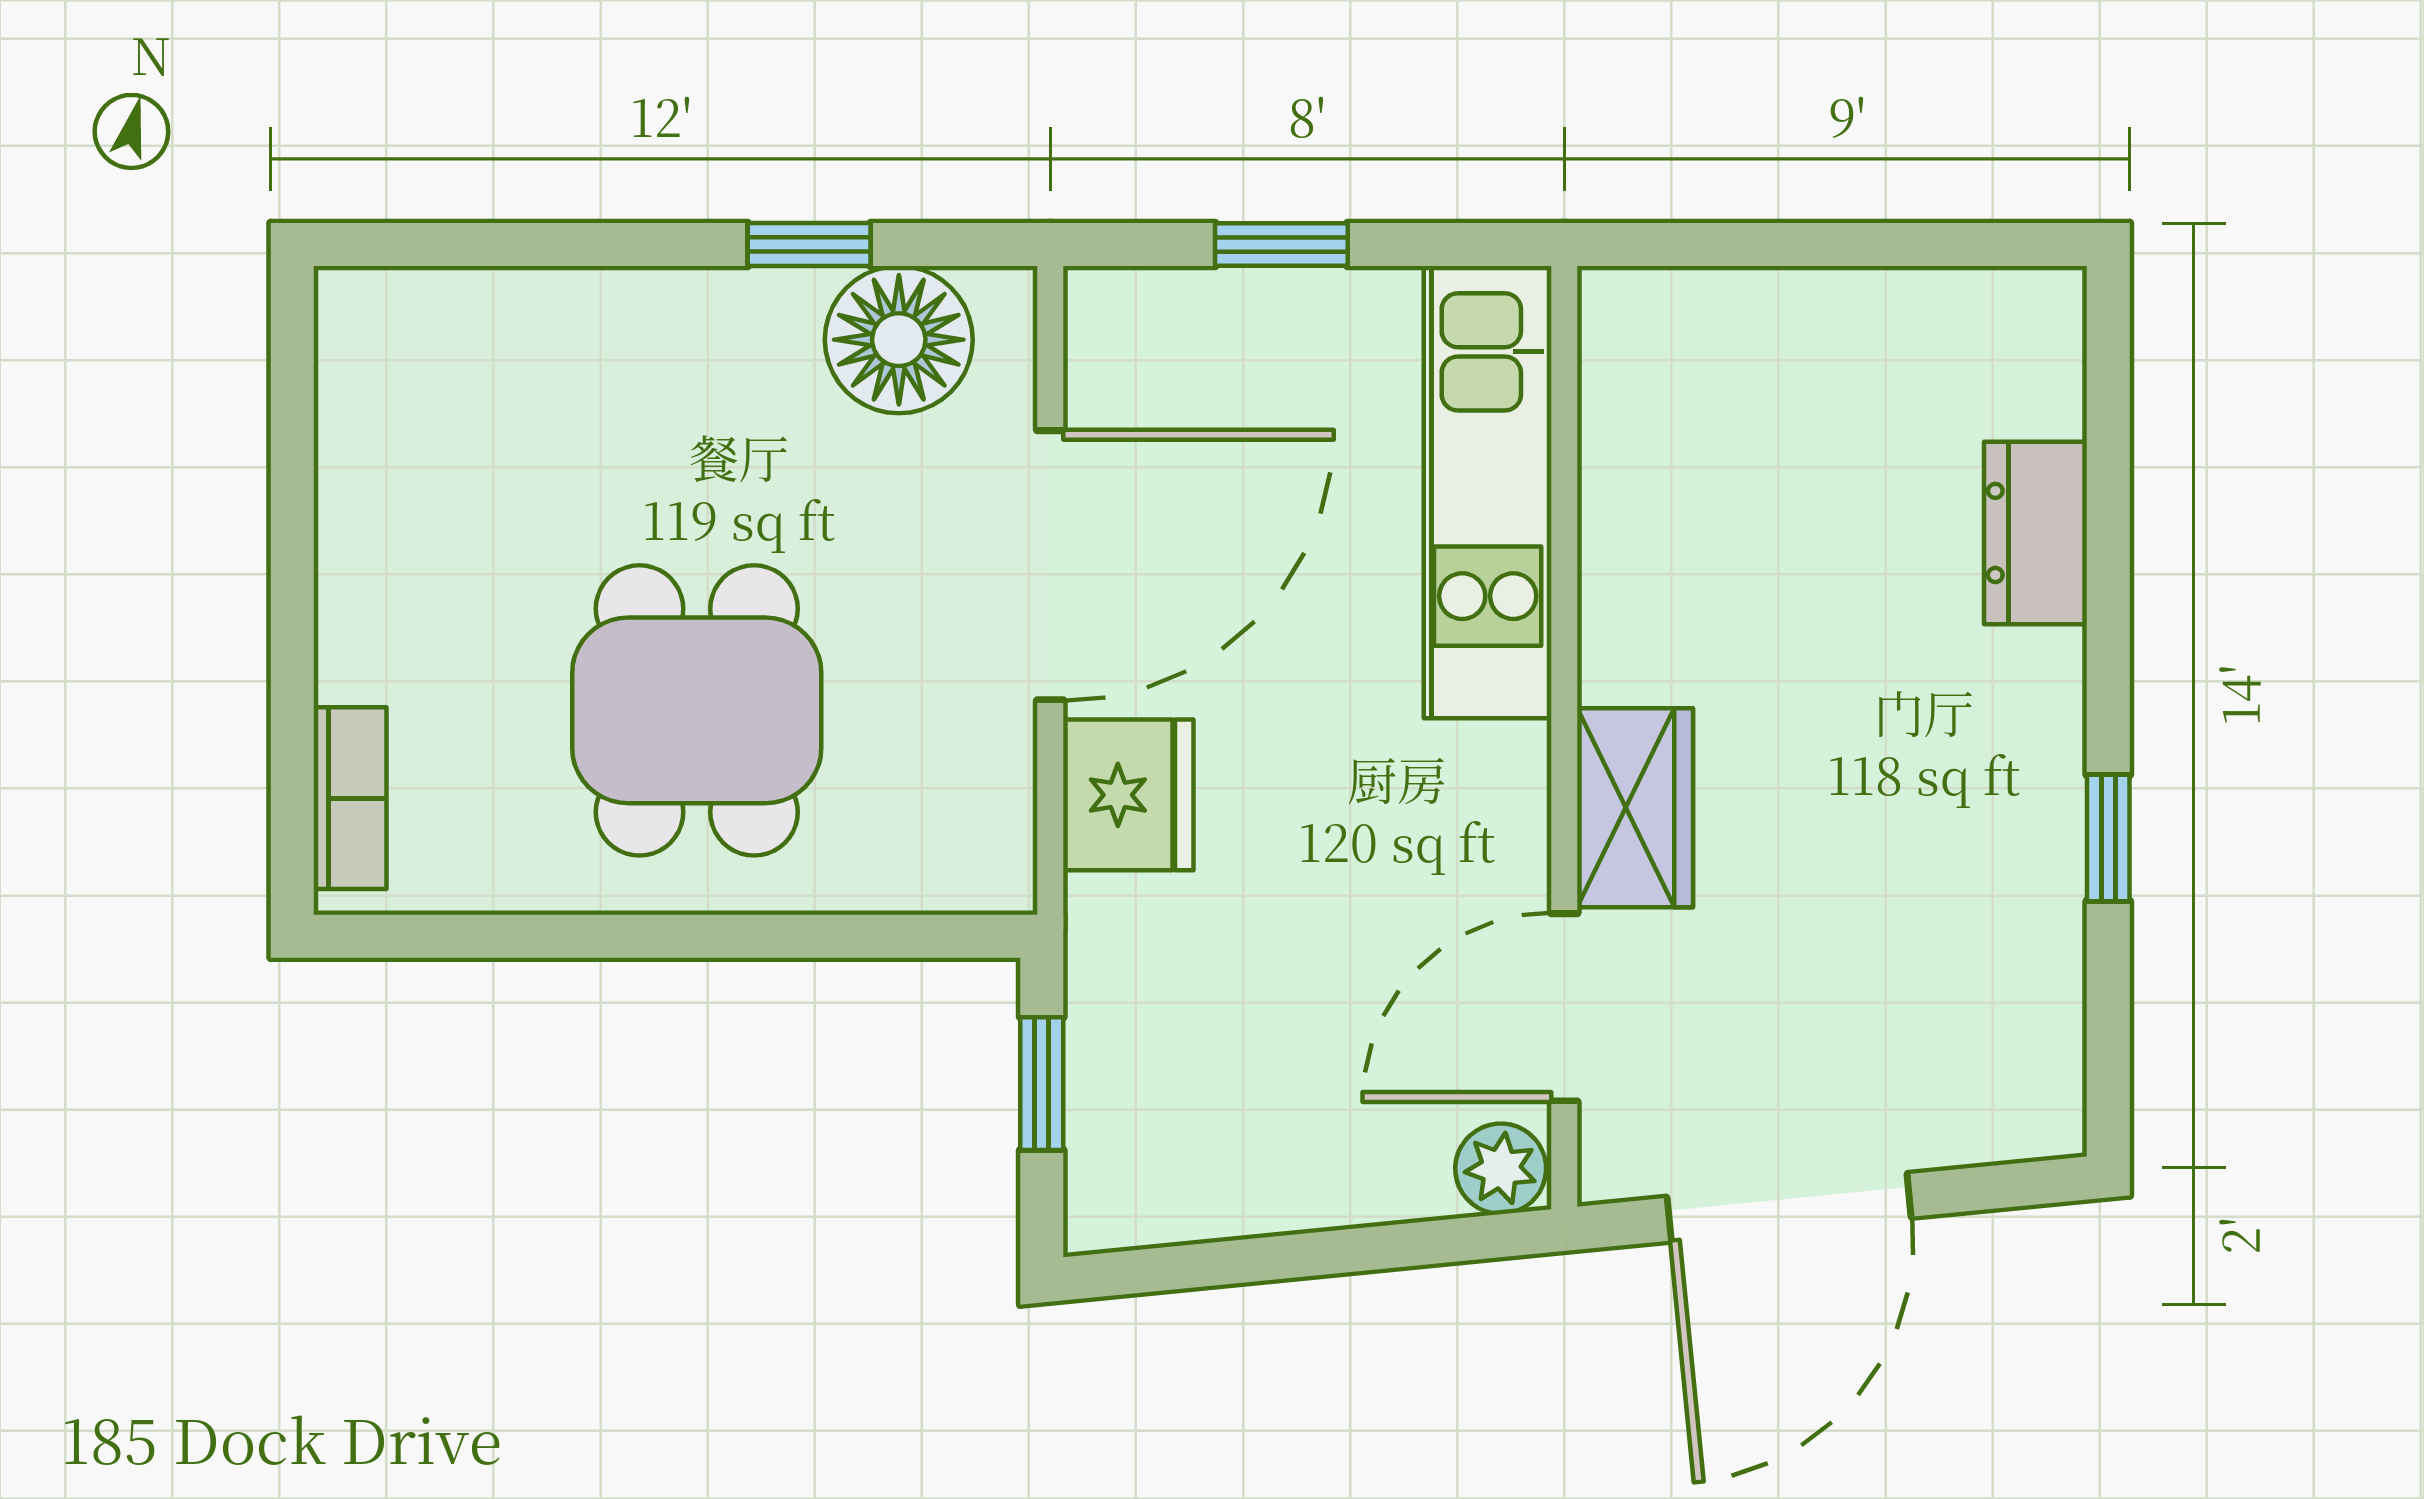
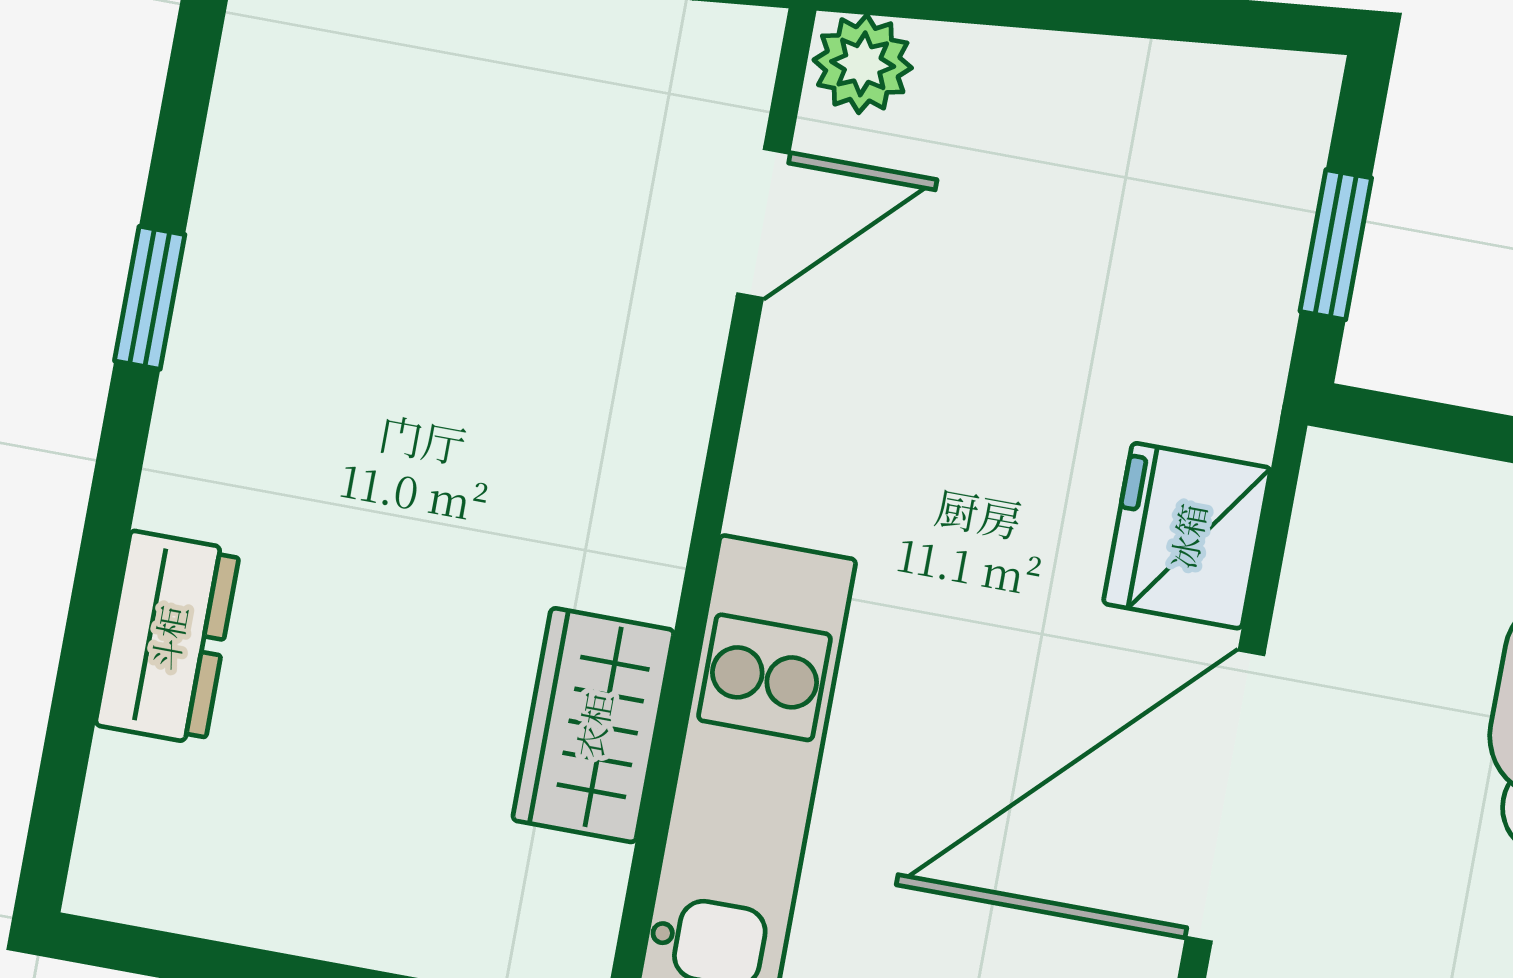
wardrobe: (1635, 808) -> (593, 725), moved
door: (1564, 1007) -> (763, 224), width x0.73

